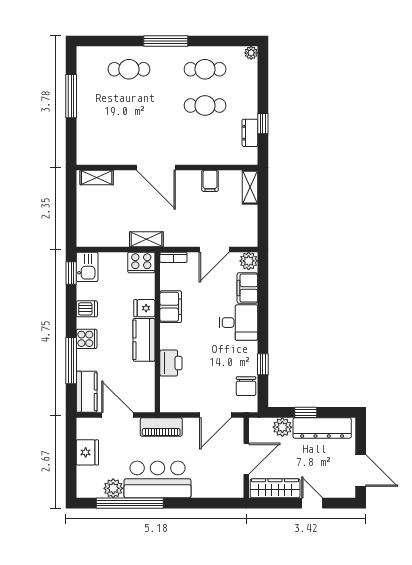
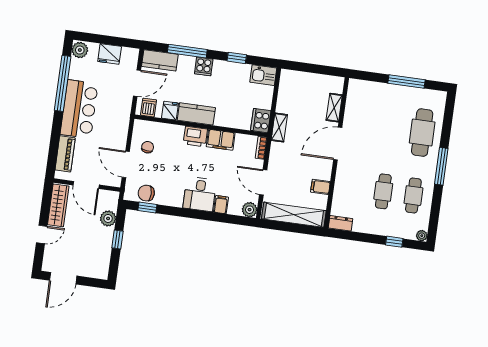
cafe table: (129, 69) -> (422, 133), width x1.37, depth x1.35
window: (263, 124) -> (394, 242), moved
dresser: (250, 133) -> (340, 223), moved
shelving: (97, 178) -> (334, 108), moved
shelving: (250, 187) -> (294, 215), width x2.20, depth x1.33
window: (71, 273) -> (237, 58), moved
filing cabinet: (247, 288) -> (221, 205), width x0.50
fridge: (144, 308) -> (170, 111), moved
dishwasher: (87, 309) -> (149, 108), moved, turned 180
printer: (171, 363) -> (195, 136), moved
window: (263, 364) -> (147, 207), moved
chair: (191, 392) -> (148, 147), added
piano: (161, 427) -> (65, 154), moved, turned 180
dresser: (322, 428) -> (103, 251), removed
plant: (113, 488) -> (80, 50), moved

